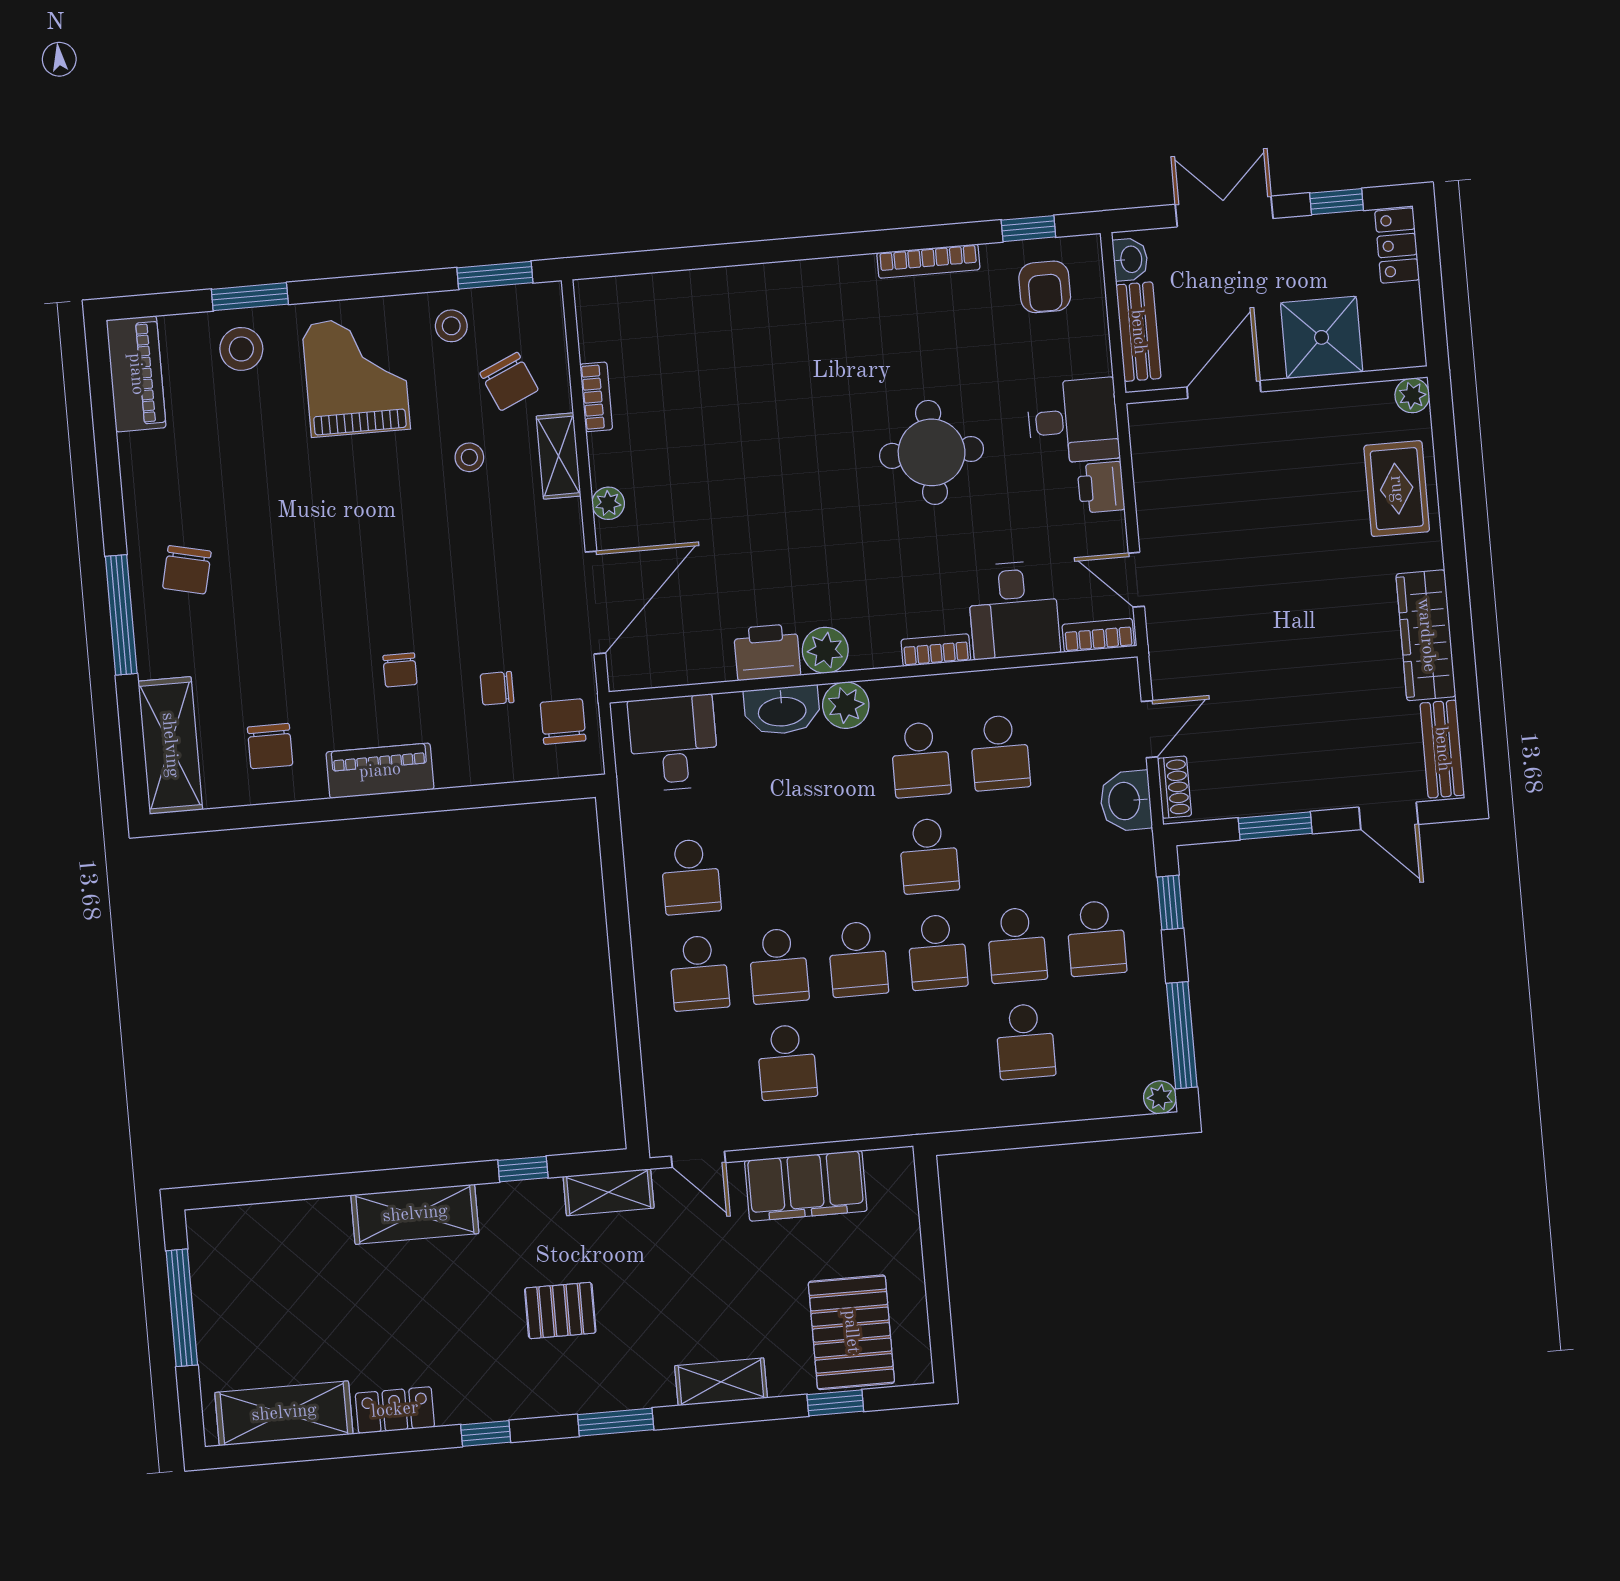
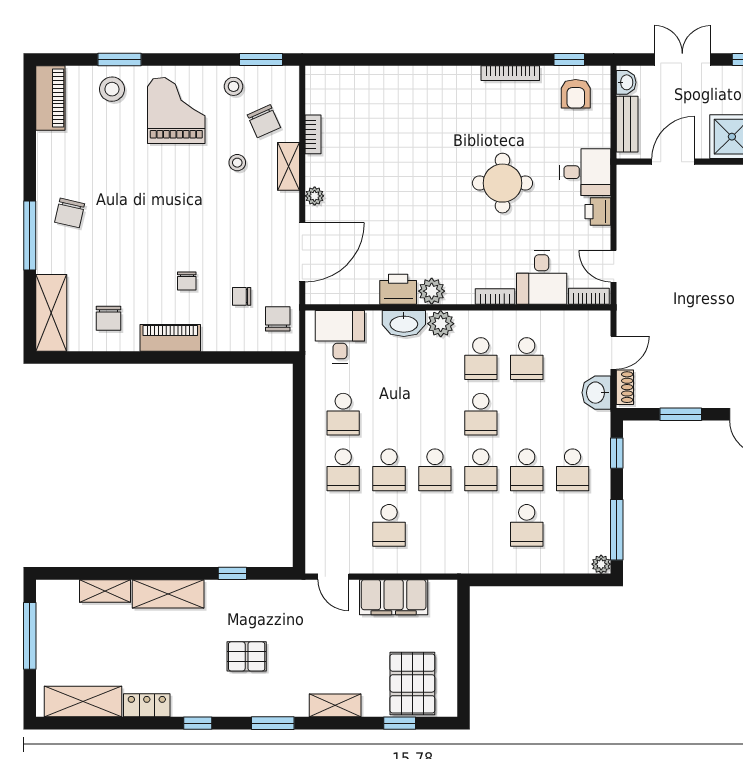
shelving: (609, 1192) -> (105, 591), moved

